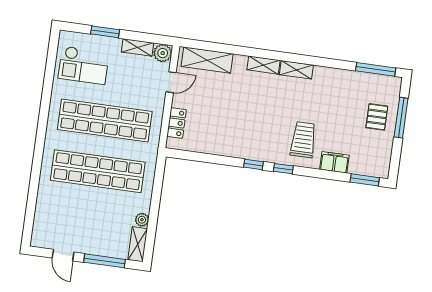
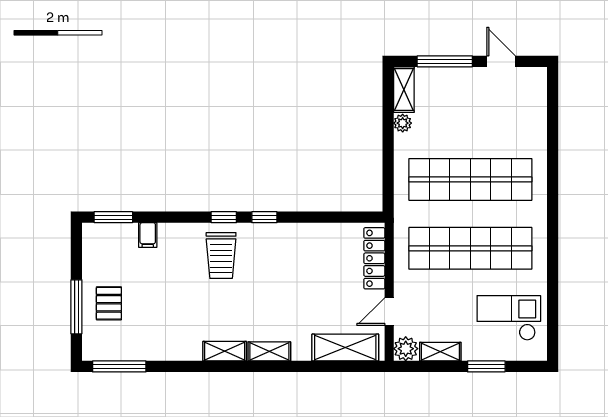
locker: (177, 123) -> (374, 258), width x1.53
trolley: (303, 140) -> (221, 255), moved
filing cabinet: (334, 162) -> (148, 235), width x0.50

